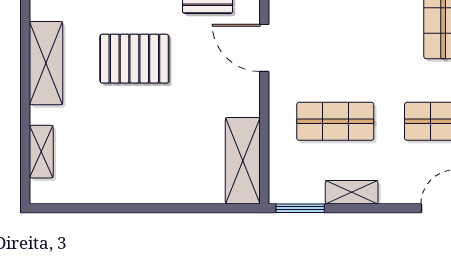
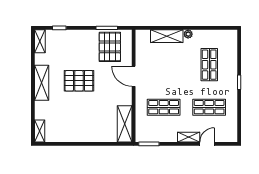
shelving: (41, 152) -> (40, 131), moved
shelving: (352, 192) -> (189, 137), moved

